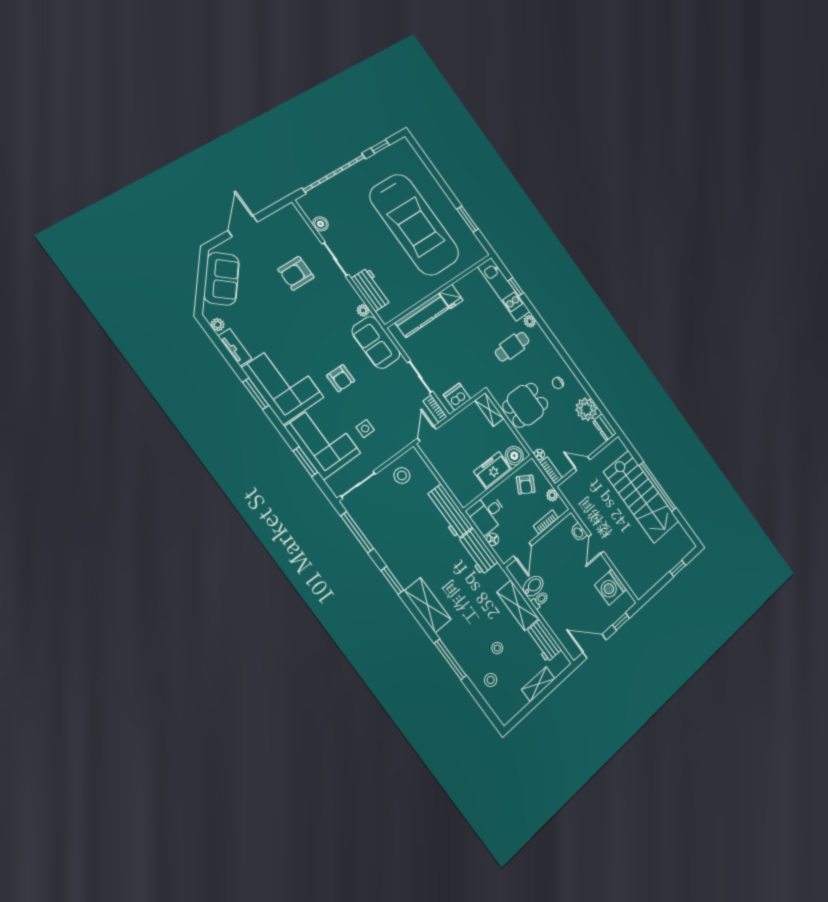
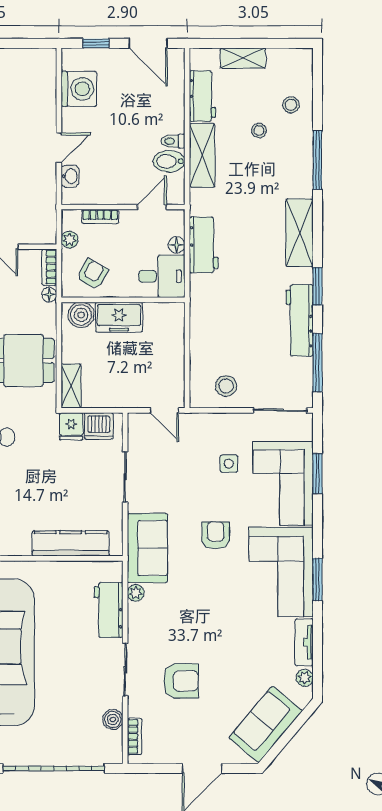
fridge: (451, 296) -> (71, 426), moved, turned 180
bookcase: (435, 409) -> (135, 736), moved
door: (427, 434) -> (164, 410), hinge flipped
workbench: (449, 511) -> (300, 320), moved, turned 180

